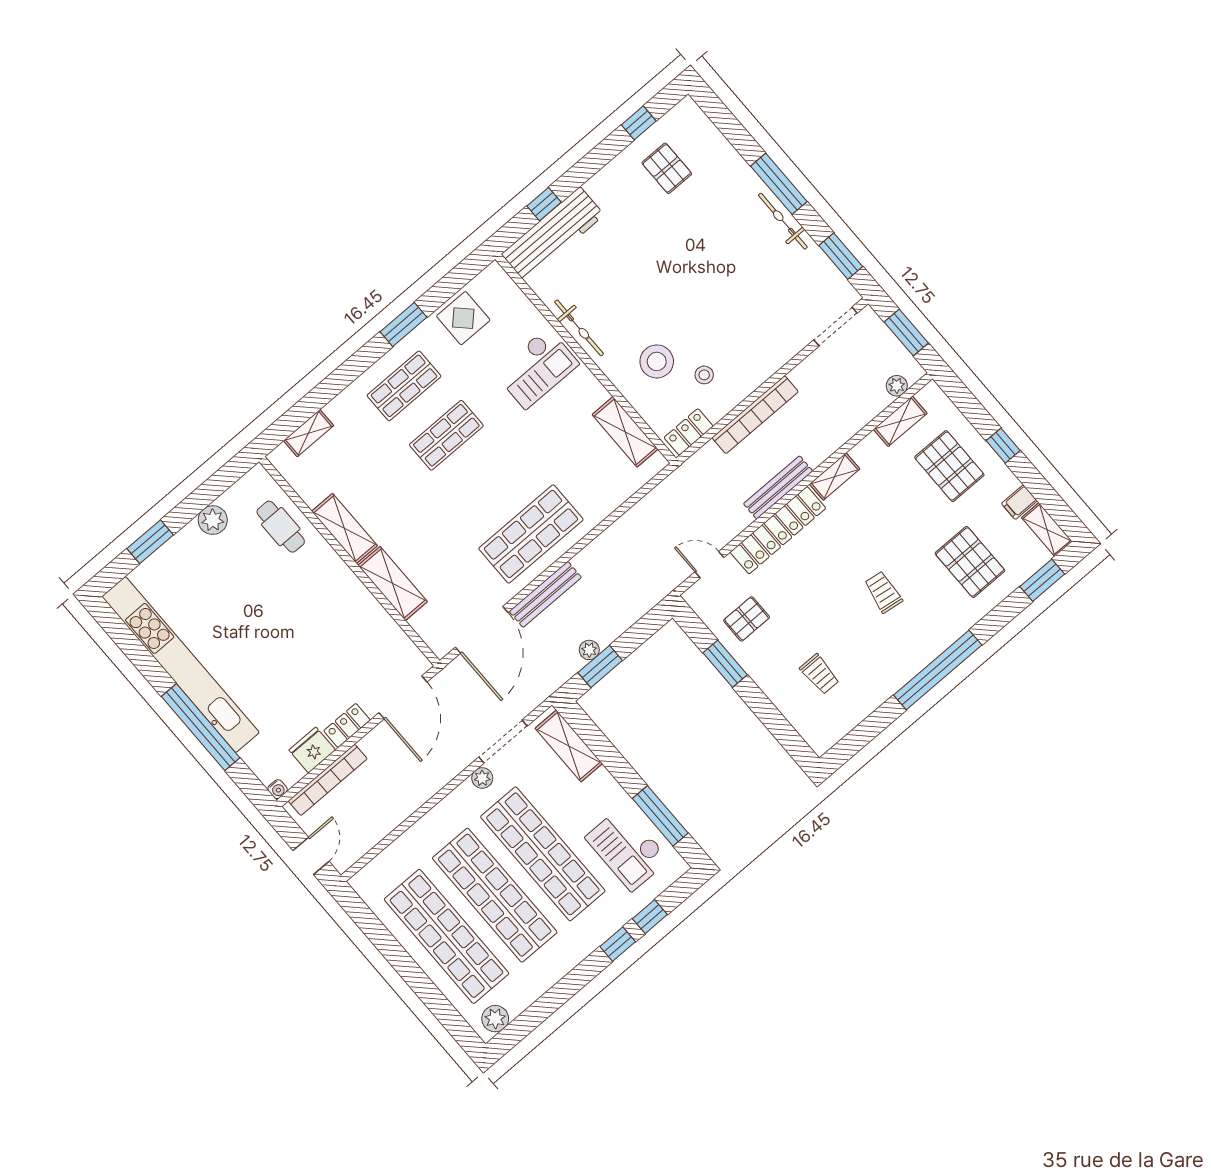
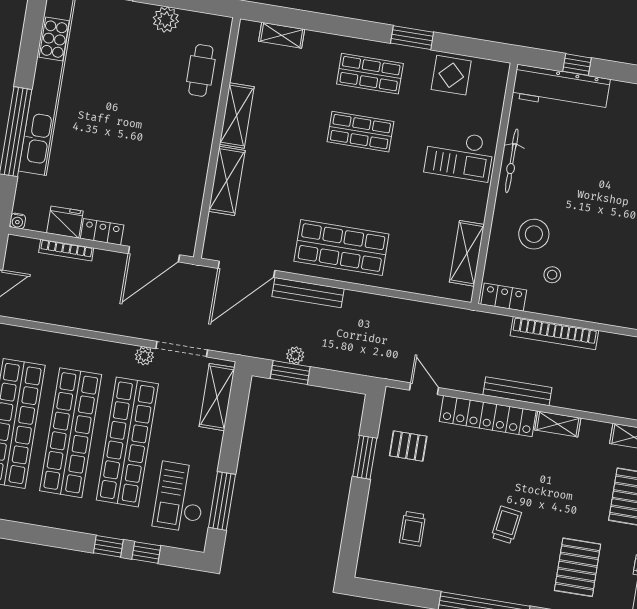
bookcase: (328, 780) -> (66, 250), width x0.68, depth x0.76

